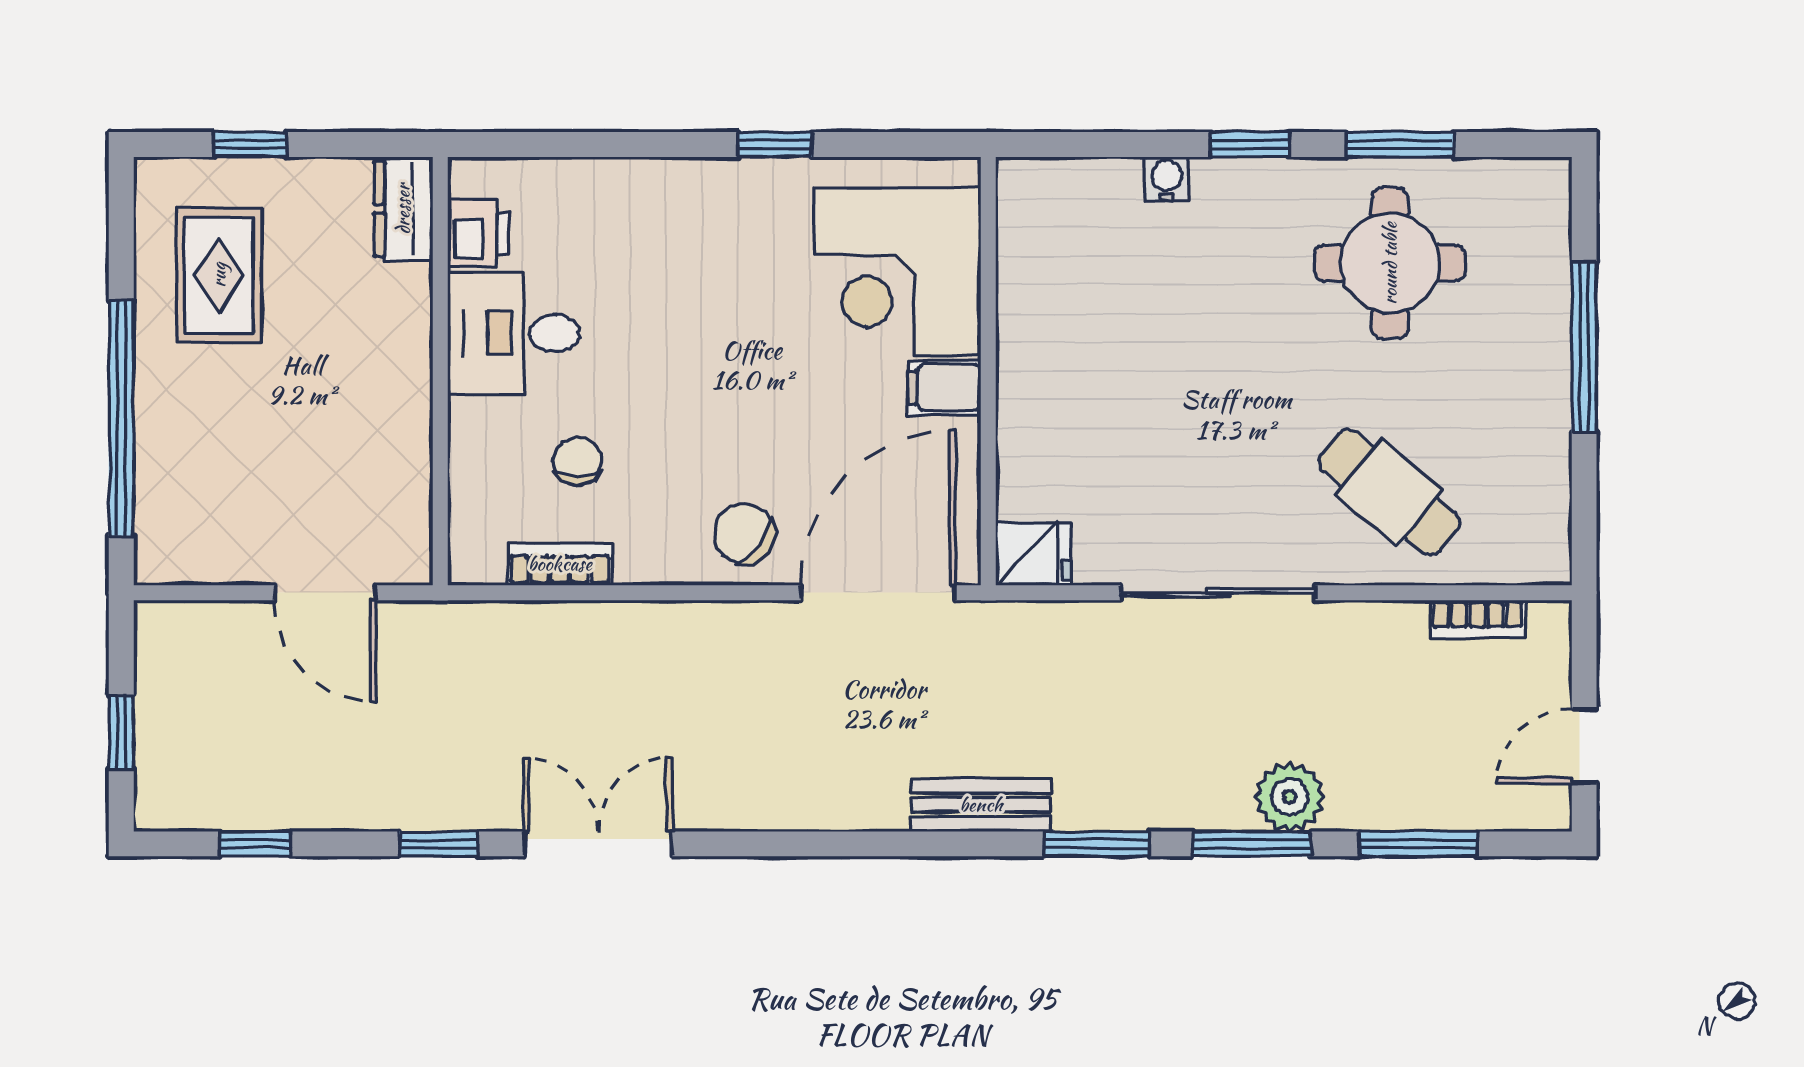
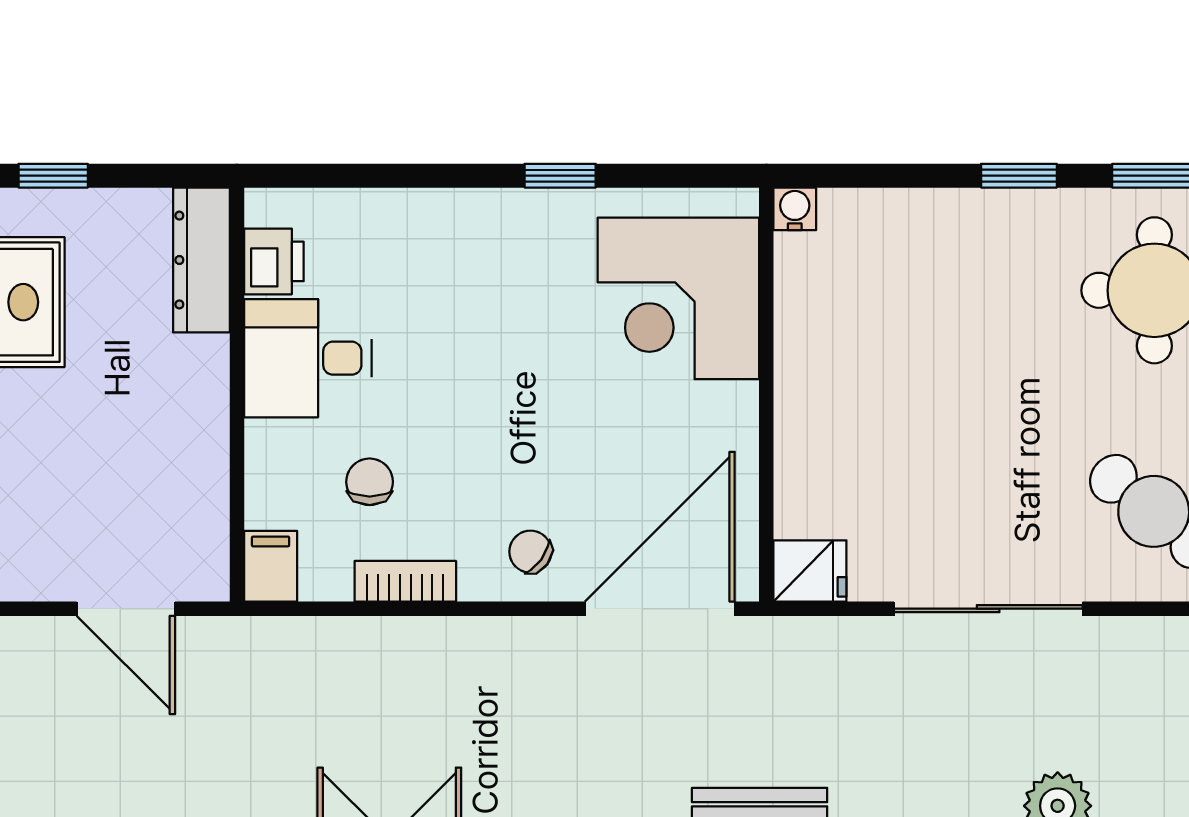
water cooler: (1167, 179) -> (795, 209), moved
dresser: (403, 209) -> (201, 260), width x1.44
filing cabinet: (944, 388) -> (271, 566), moved, turned 90
chair: (744, 534) -> (530, 552), width x0.73, depth x0.73
bookcase: (560, 564) -> (405, 581), moved

